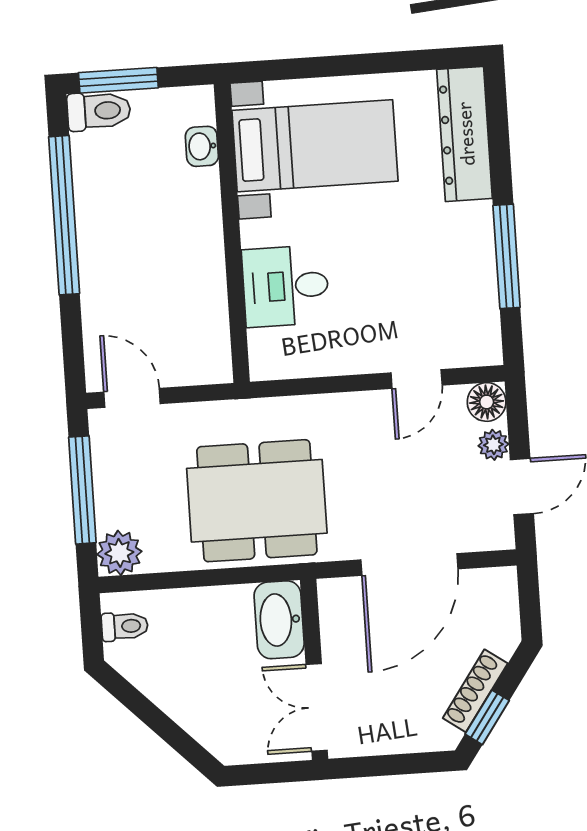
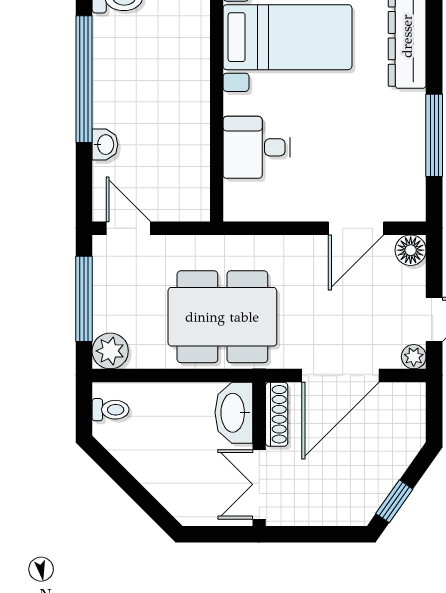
washbasin: (202, 146) -> (105, 145), moved, turned 180
door: (417, 379) -> (356, 228), width x1.38
plant: (493, 445) -> (414, 357), moved
shoe rack: (475, 691) -> (277, 414), moved, turned 145

